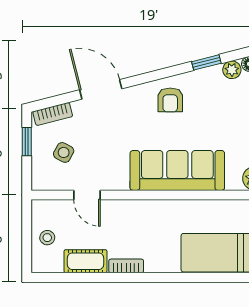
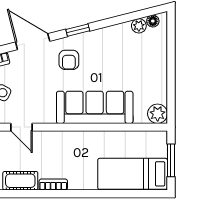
window: (206, 62) -> (78, 30), moved
armchair: (170, 100) -> (69, 60), moved

